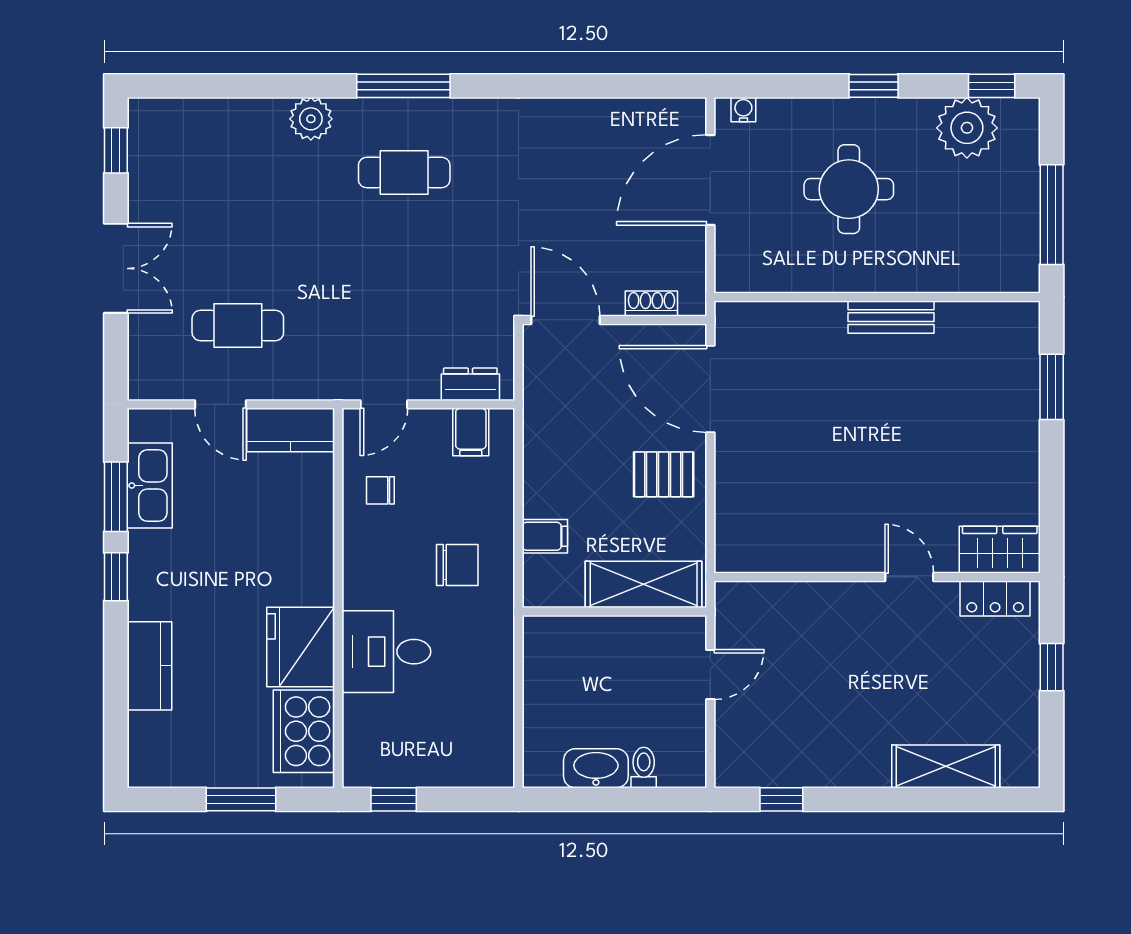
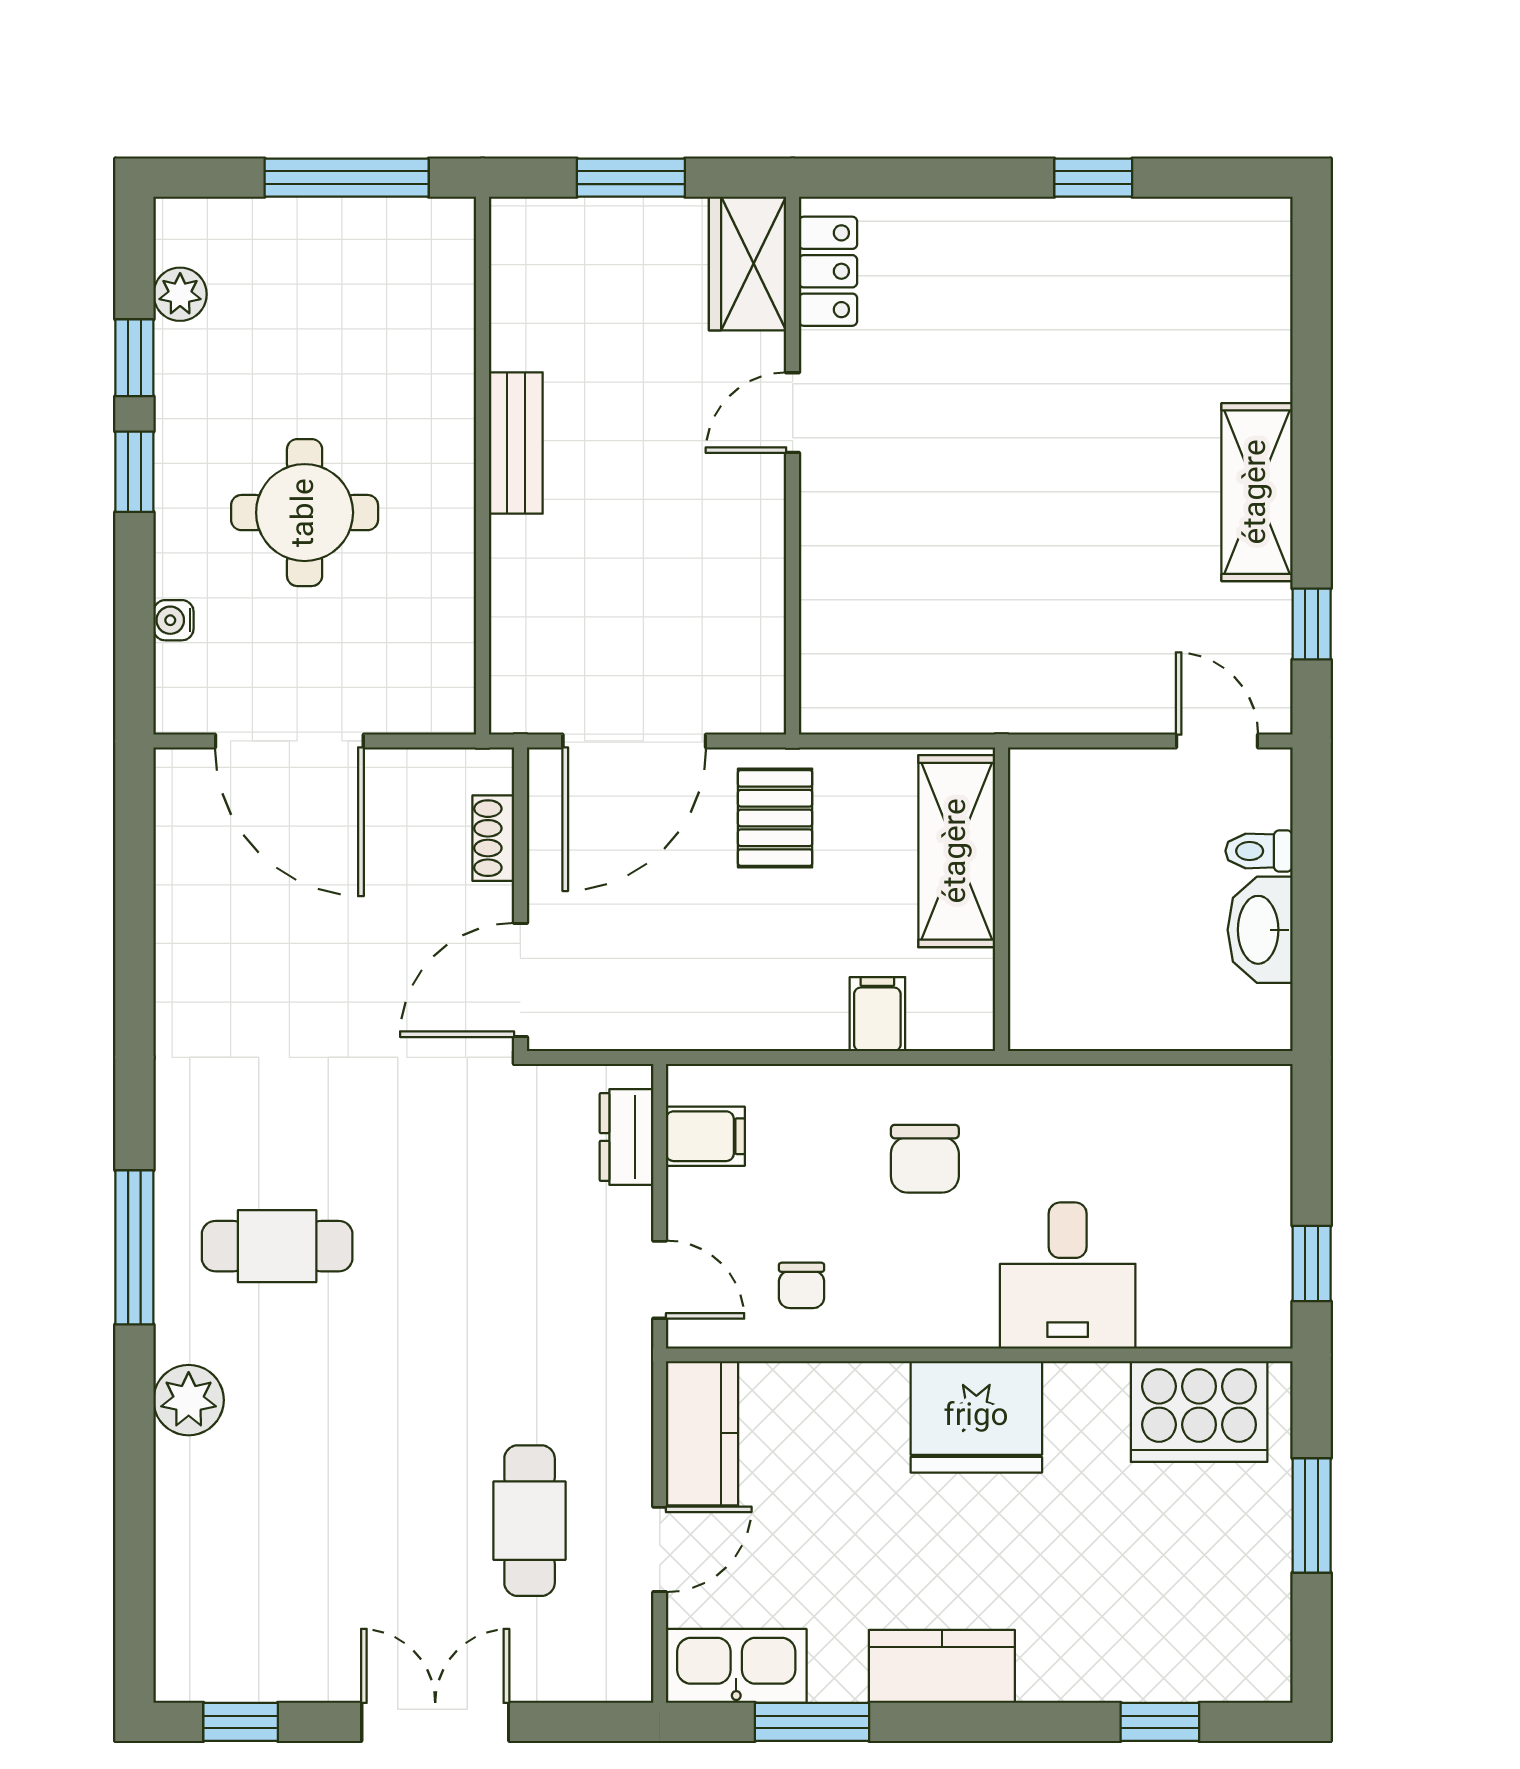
window: (992, 86) -> (134, 358), moved
water cooler: (743, 110) -> (173, 620), moved
plant: (967, 128) -> (180, 294), width x0.53, depth x0.53
cafe table: (404, 173) -> (277, 1246), turned 90
kitchen sink: (150, 485) -> (736, 1666), moved
wardrobe: (1000, 550) -> (748, 263), moved
chair: (457, 565) -> (925, 1159), turned 180
window: (116, 577) -> (1160, 1722), moved
wall: (877, 577) -> (793, 466), moved
door: (909, 577) -> (793, 413), moved
locker: (995, 598) -> (828, 271), moved
fridge: (301, 647) -> (976, 1417), moved
kitchen counter: (149, 666) -> (942, 1666), moved
door: (710, 674) -> (1217, 741), moved
shelving: (946, 766) -> (1257, 492), moved

